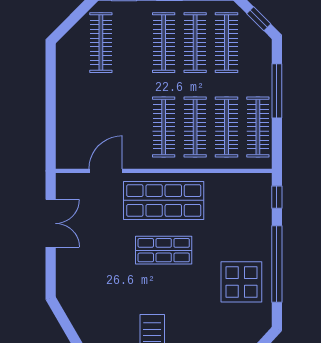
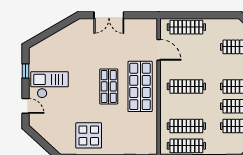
clothes rail: (195, 127) -> (186, 27), moved
double door: (51, 223) -> (109, 15), moved

